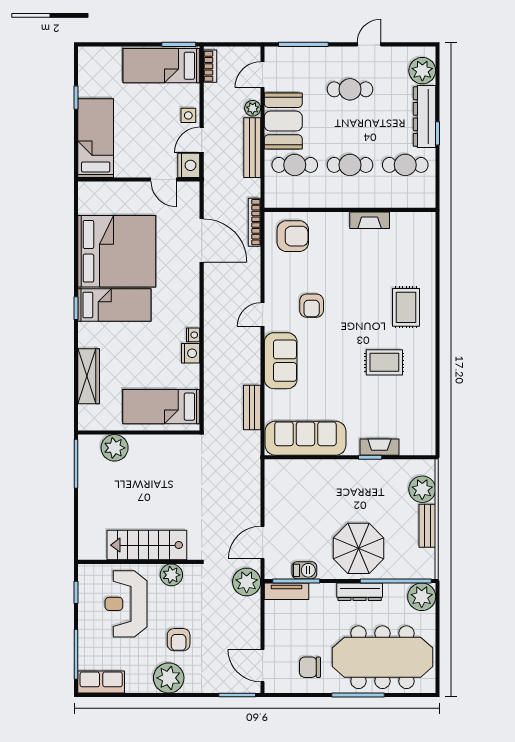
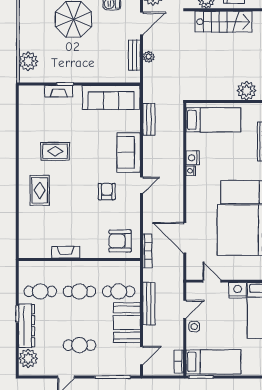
plant: (253, 108) -> (149, 57), moved
nightstand: (189, 165) -> (238, 290), moved, turned 90
bench: (427, 526) -> (134, 55), moved

